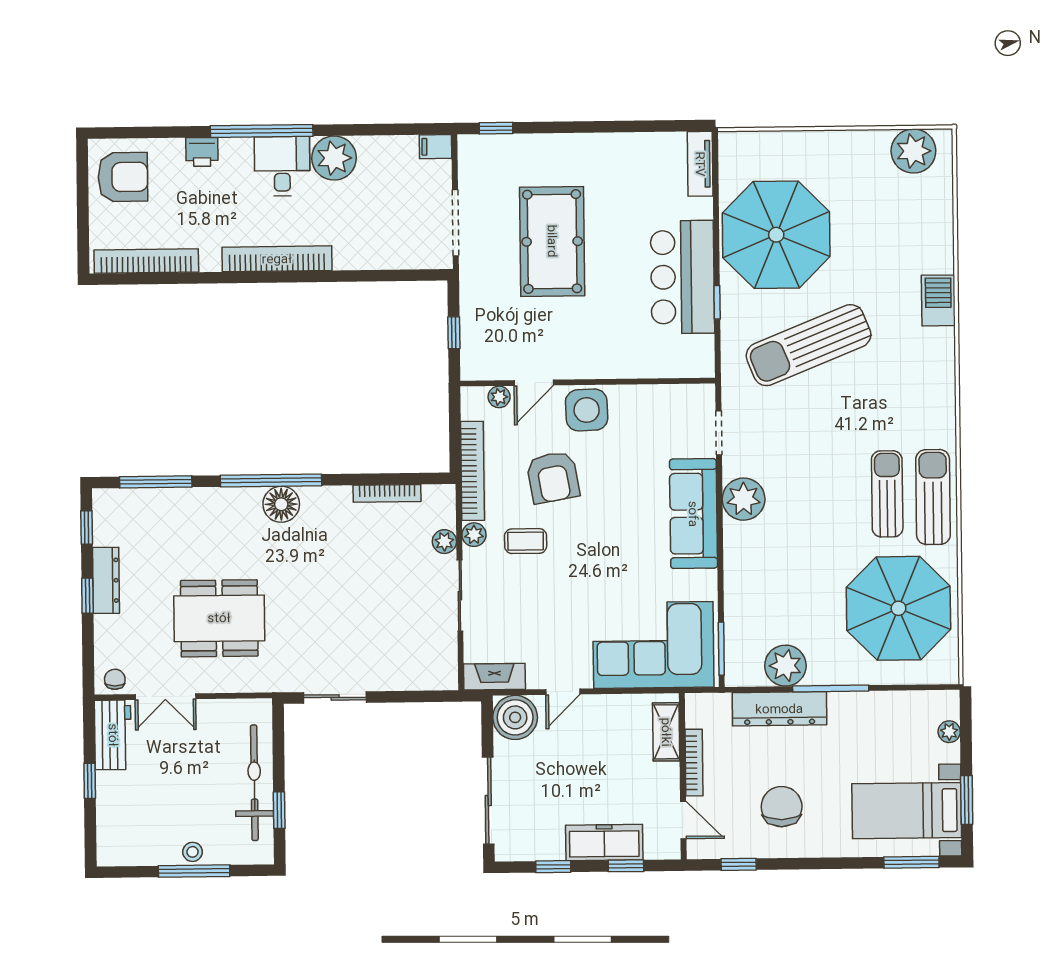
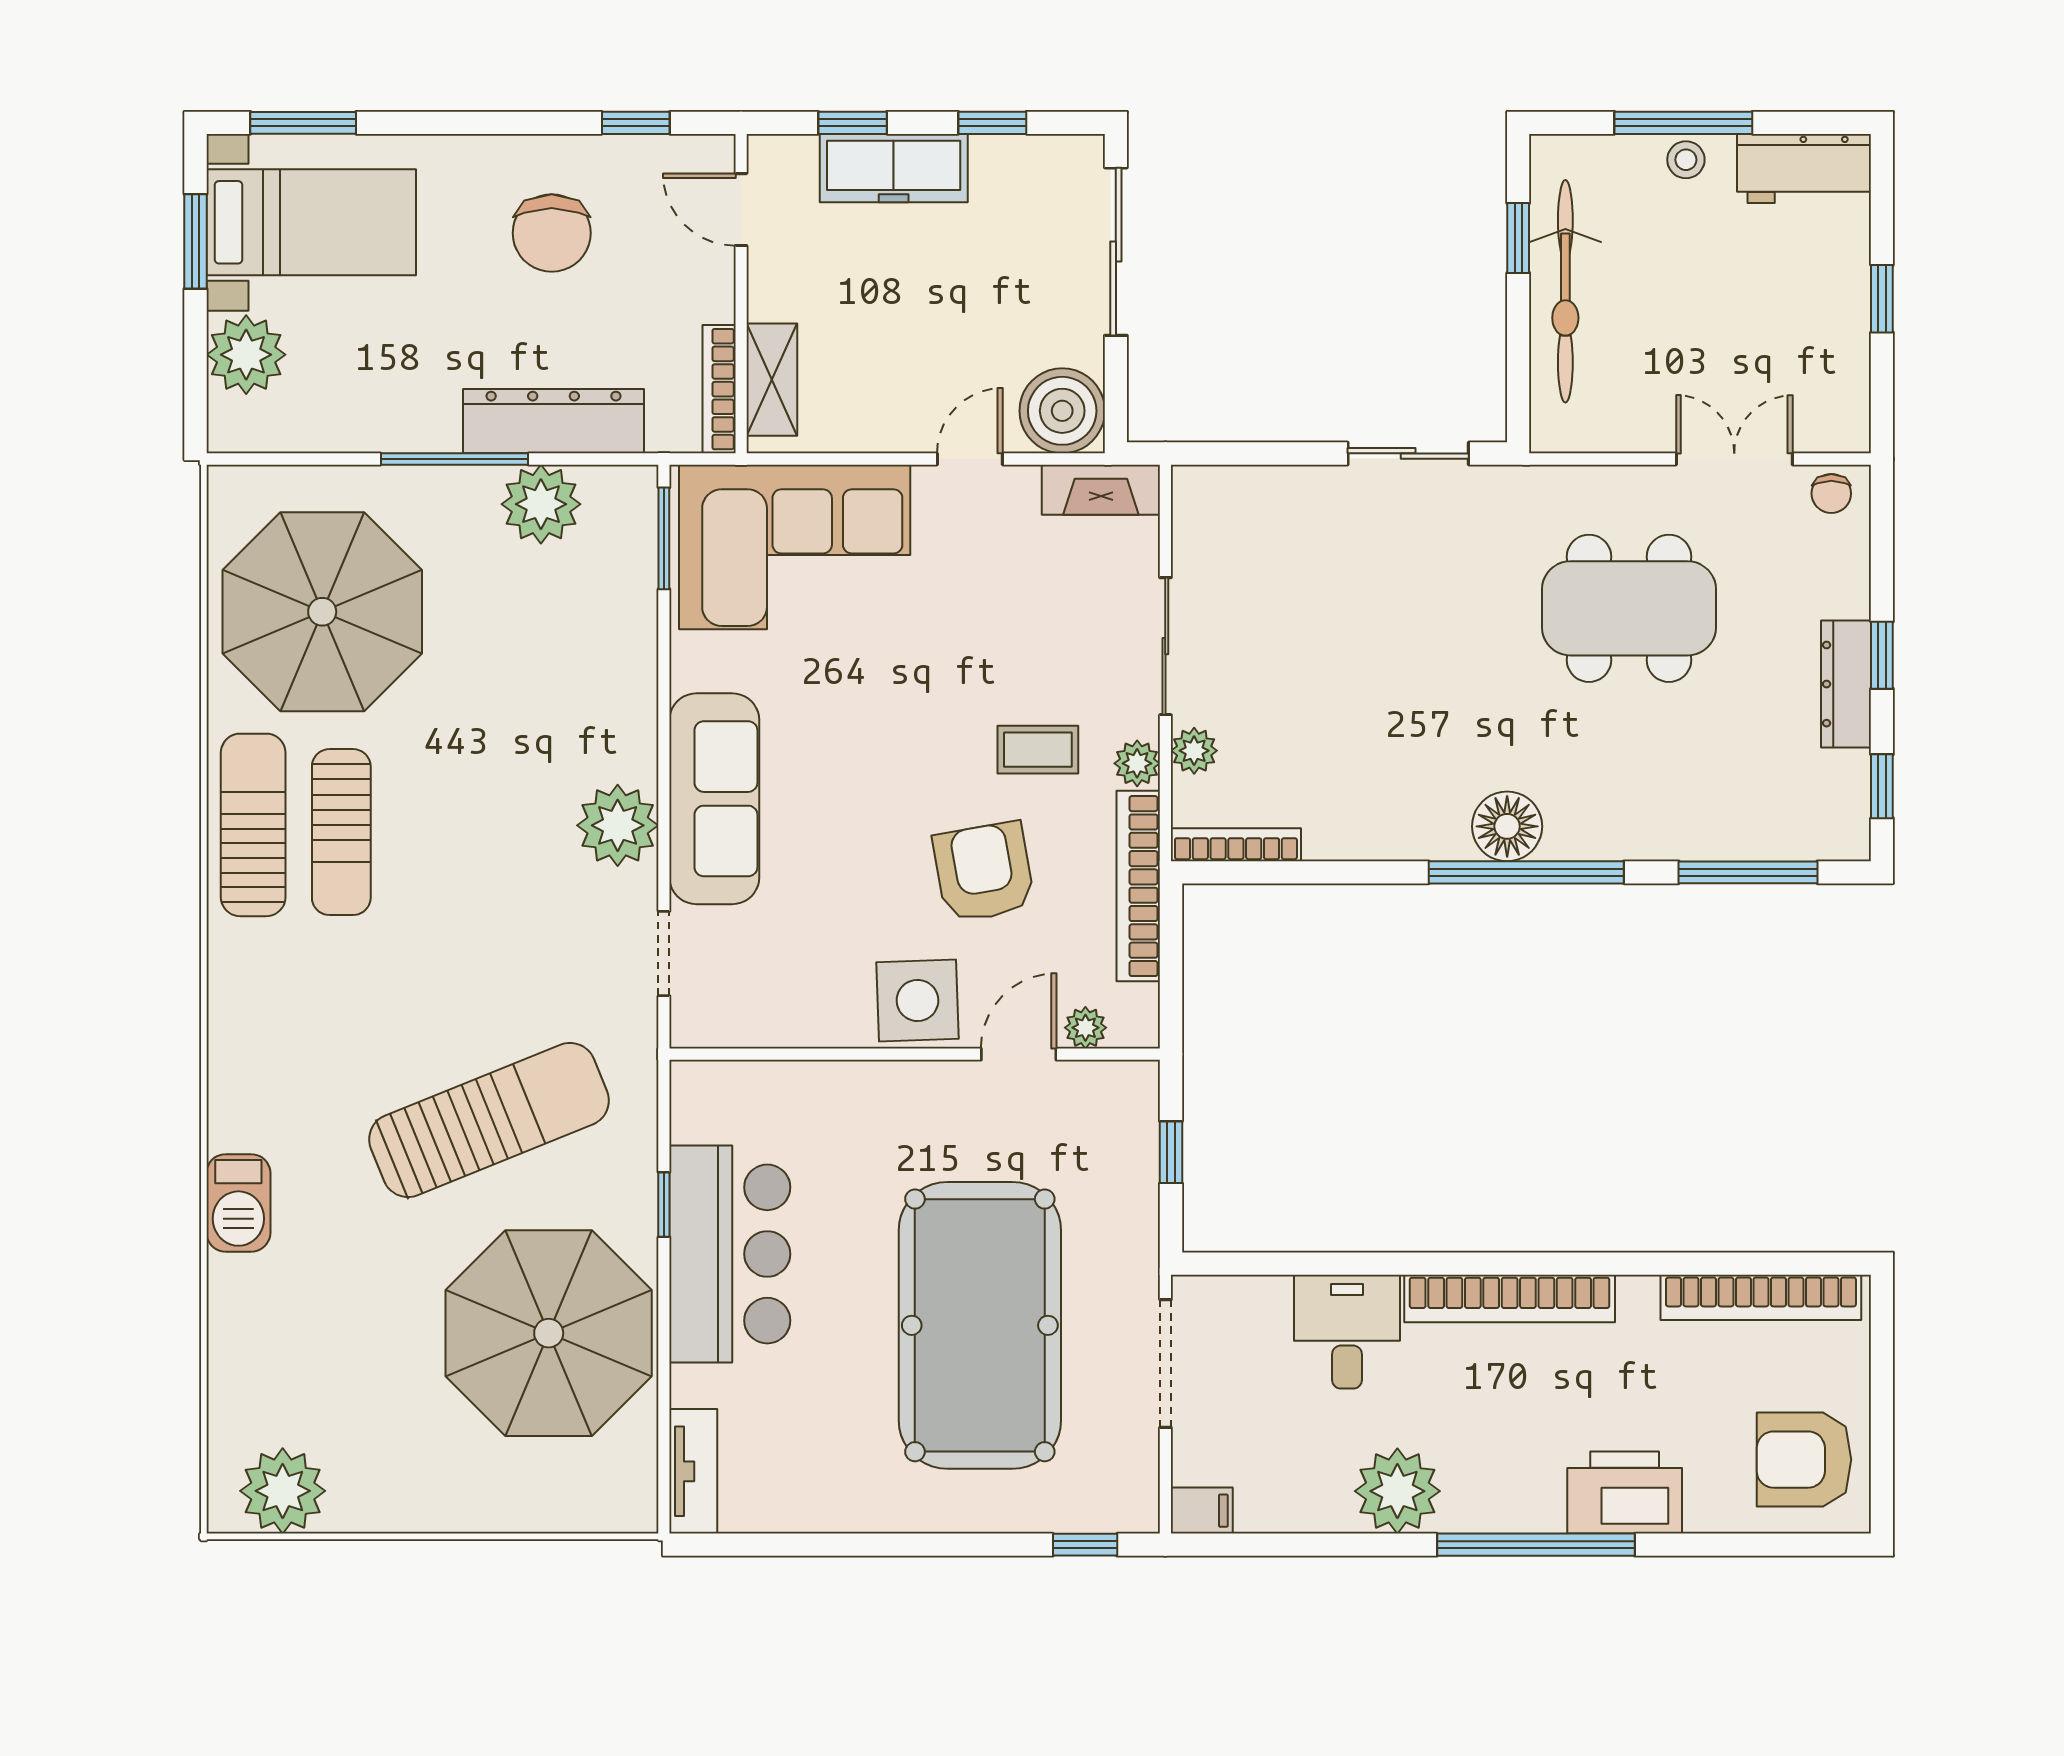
printer: (202, 152) -> (1625, 1493), width x1.87, depth x1.48
desk: (282, 166) -> (1347, 1332), moved, turned 180
pool table: (552, 241) -> (980, 1325), width x1.36, depth x1.32
bookcase: (387, 493) -> (1236, 845), moved
sun lounger: (933, 497) -> (253, 825), turned 180
plant: (949, 732) -> (246, 355), width x1.88, depth x1.88
workbench: (113, 735) -> (1804, 168), moved, turned -90
bookcase: (694, 763) -> (719, 389), moved

